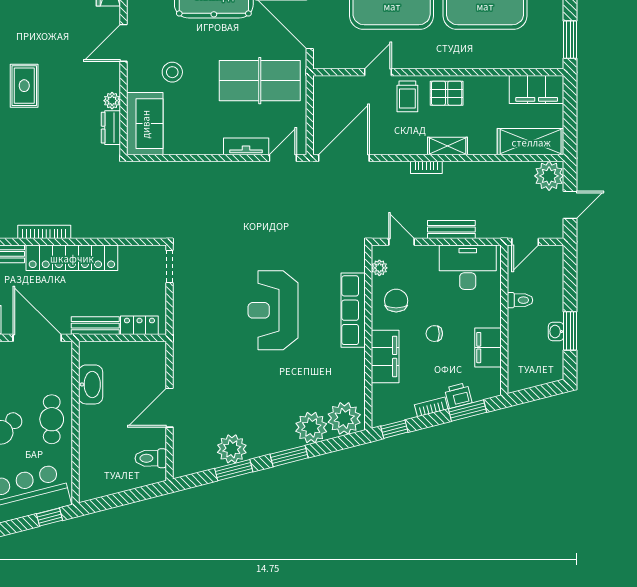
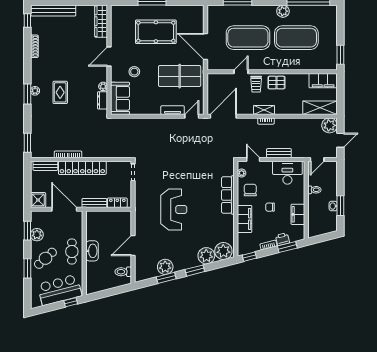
rug: (24, 86) -> (60, 92), moved
shelving: (448, 146) -> (264, 110), moved
reception desk: (273, 310) -> (174, 210), moved, turned 180
washbasin: (91, 384) -> (92, 251), moved

